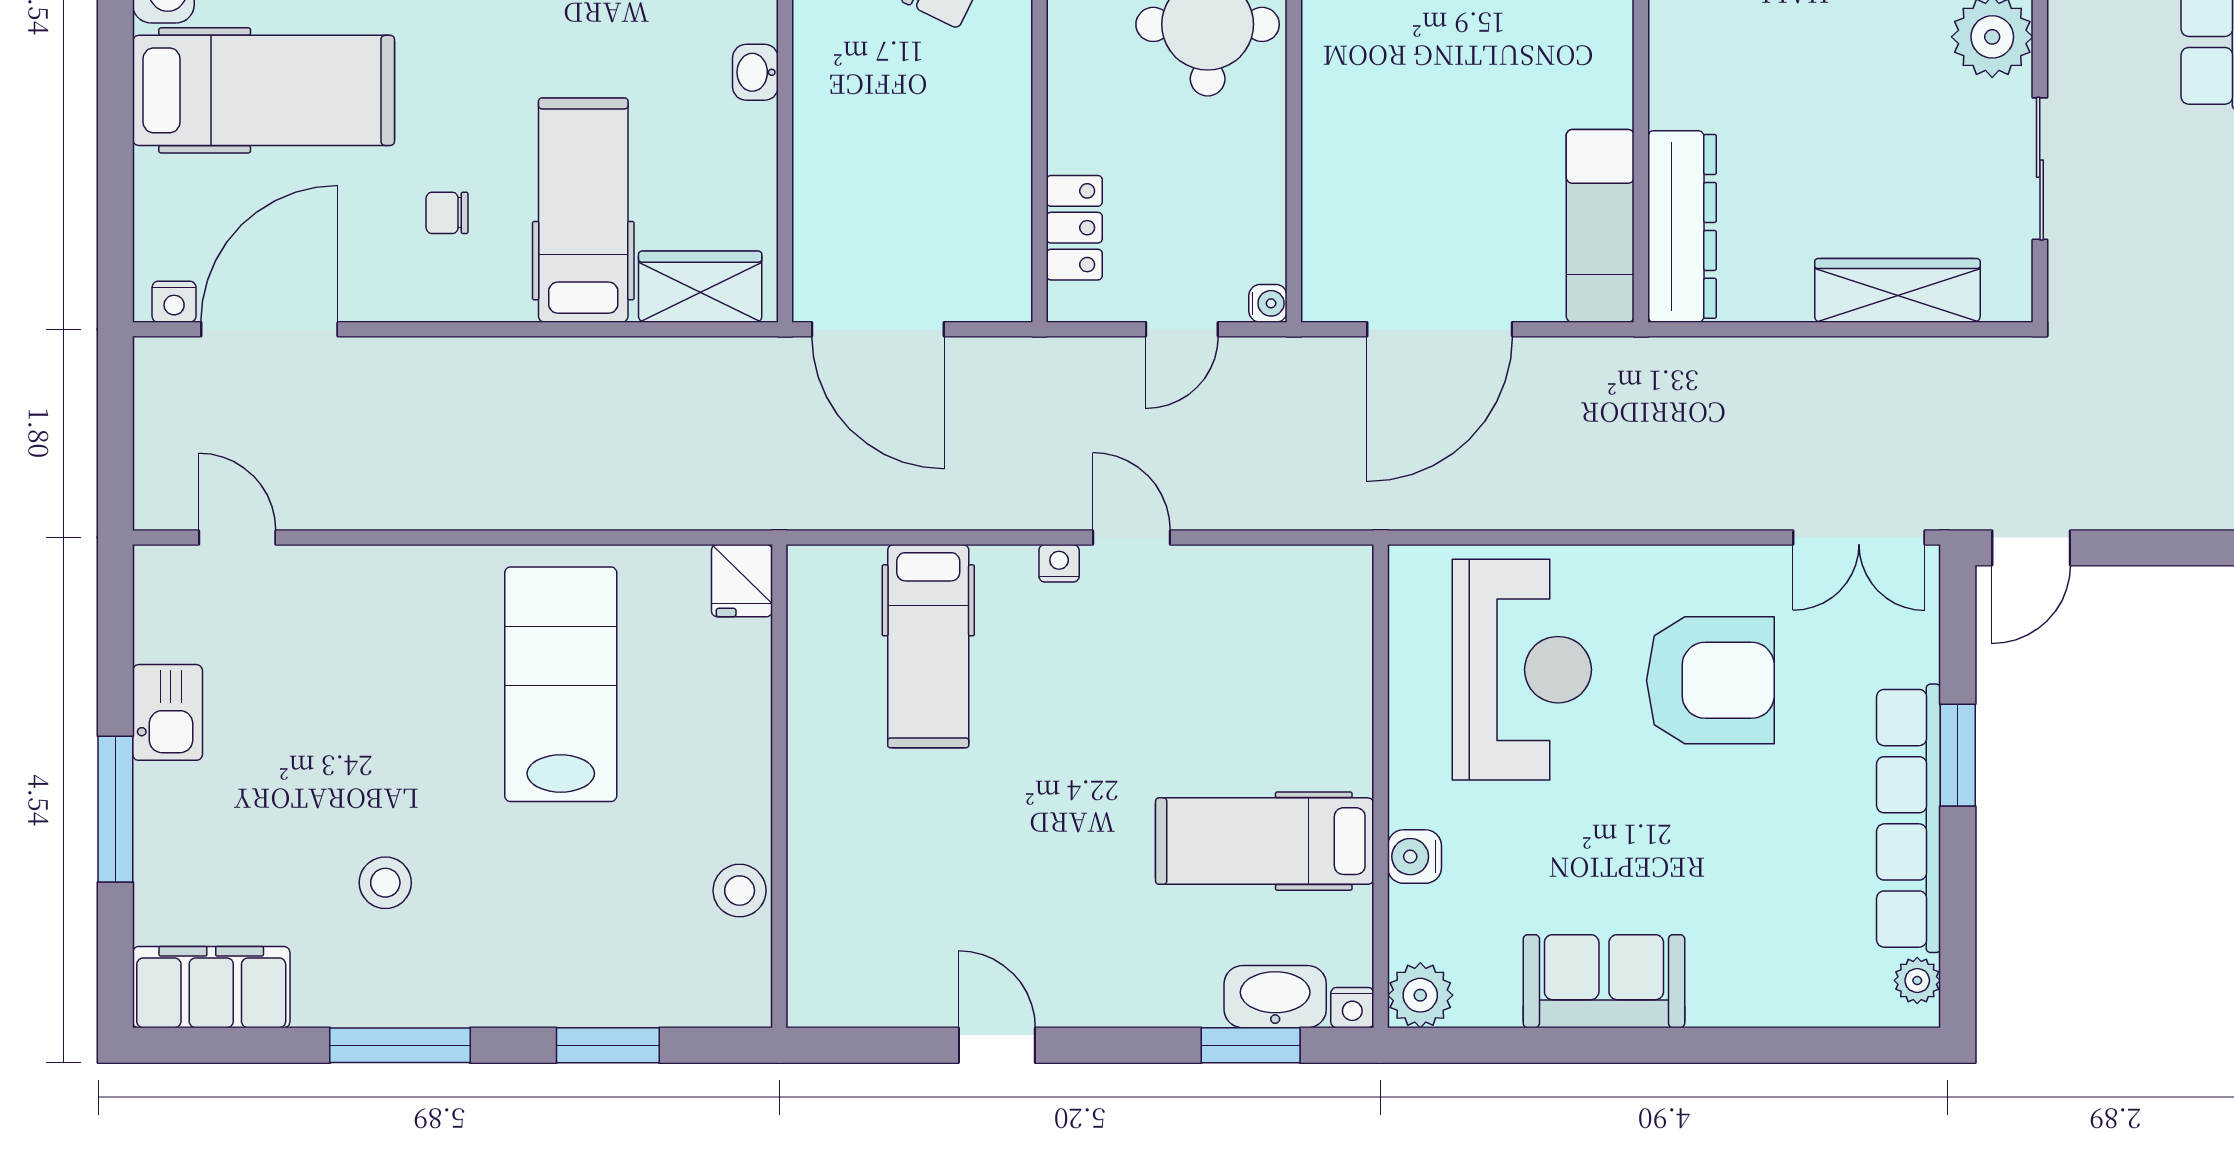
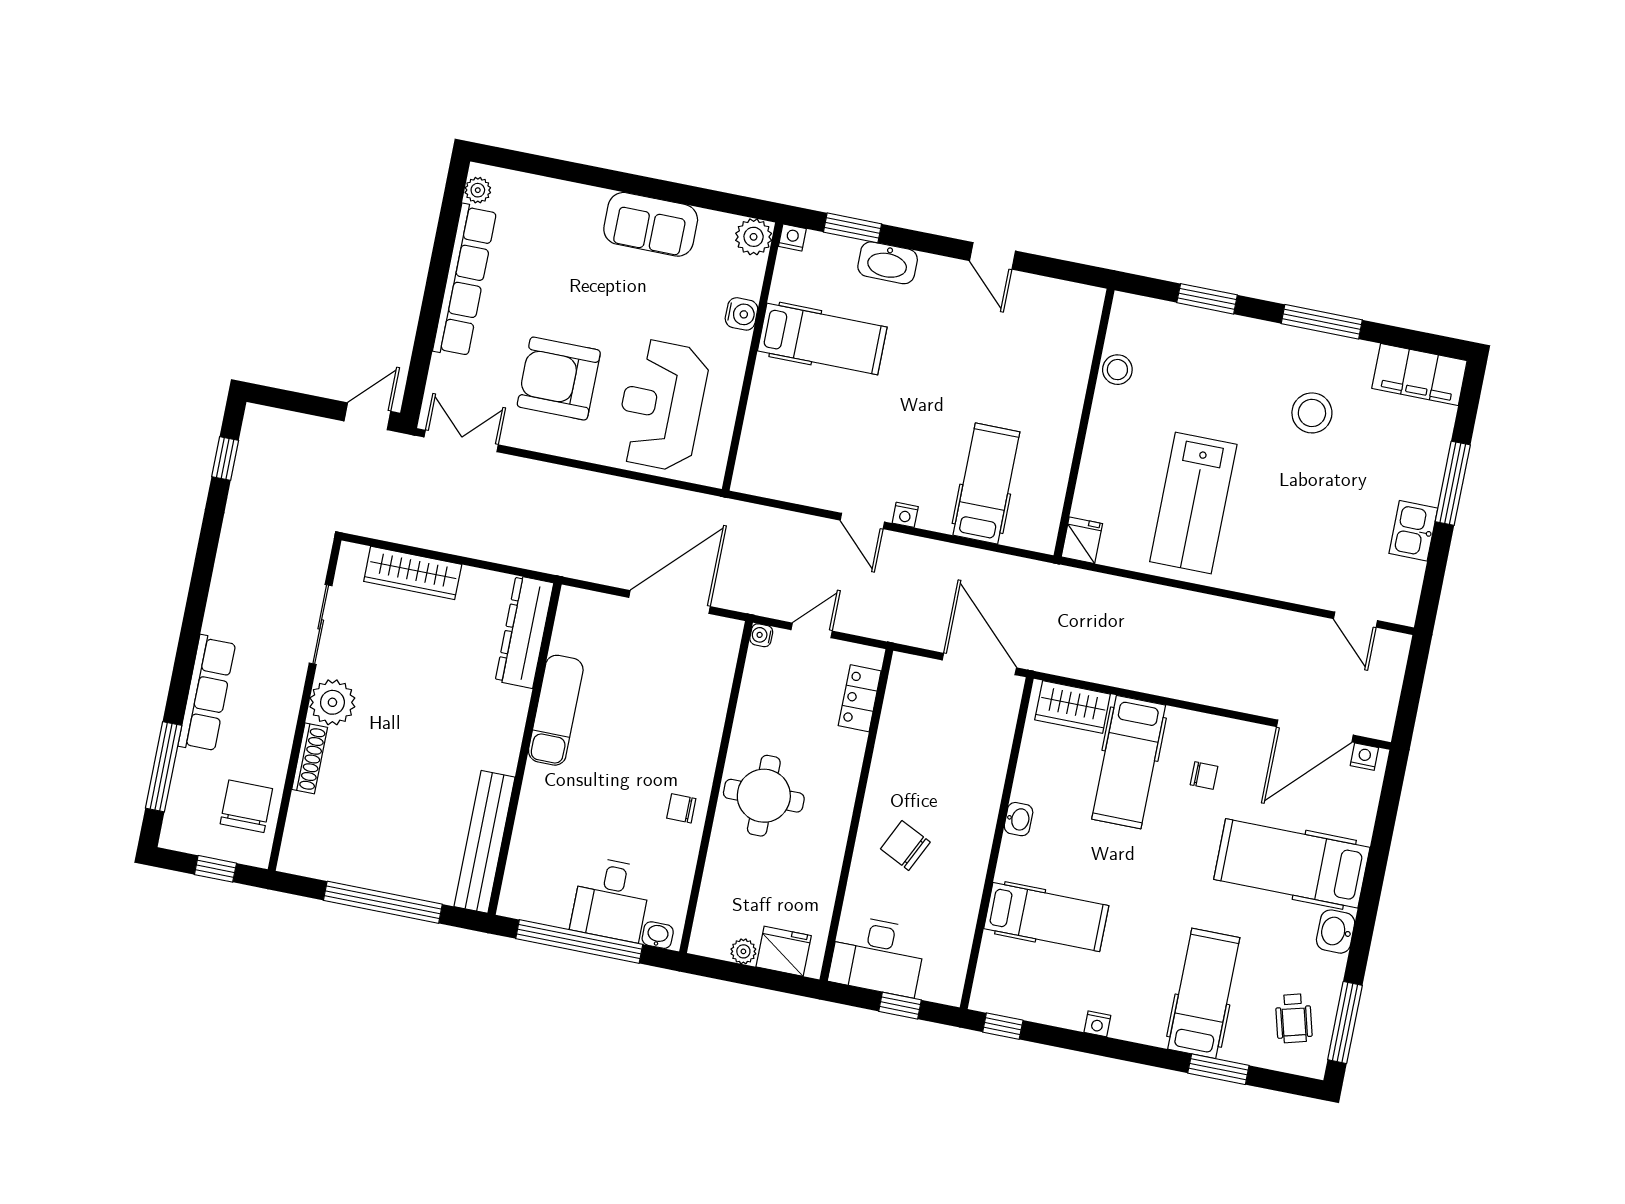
exam couch: (1600, 226) -> (556, 710), moved
window: (1958, 755) -> (431, 310), removed
stool: (385, 883) -> (1312, 413), width x1.38, depth x1.38
washbasin: (1275, 997) -> (888, 263), moved

